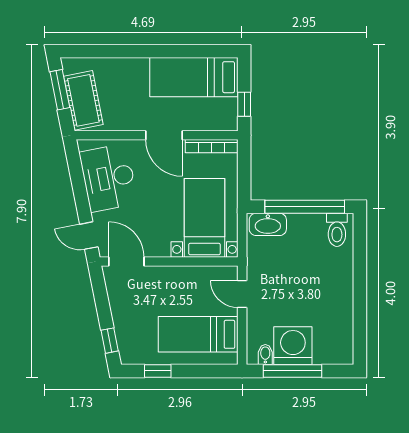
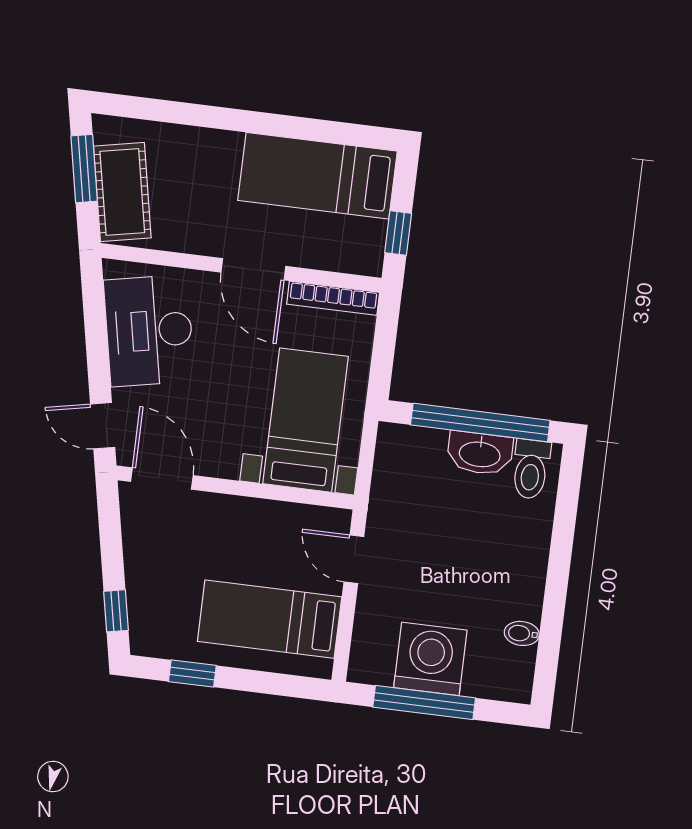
washbasin: (268, 224) -> (480, 453), moved
bidet: (265, 354) -> (522, 633), moved, turned -90

